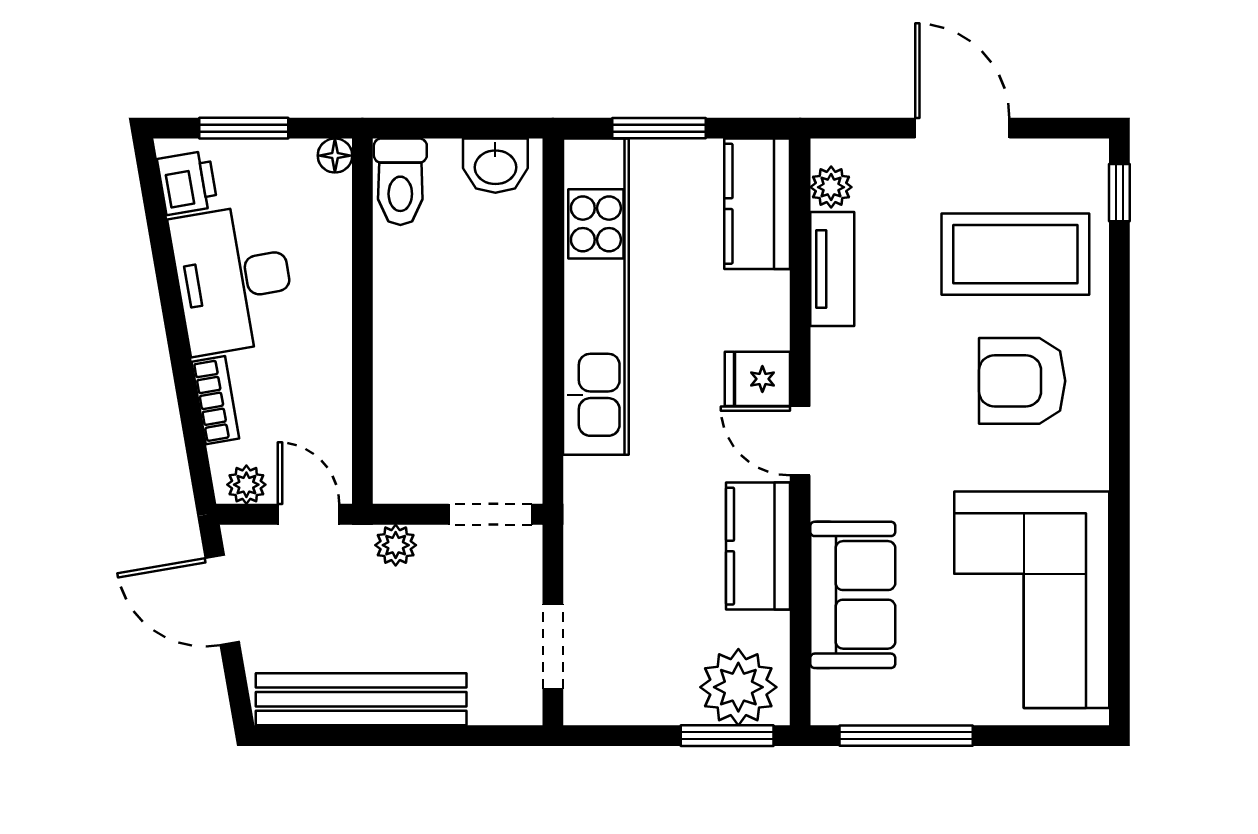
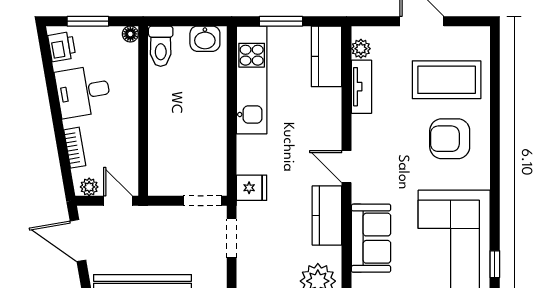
window: (1119, 193) -> (495, 264), moved
desk: (233, 279) -> (83, 91), width x0.73
kitchen unit: (596, 297) -> (252, 80), width x0.73
fridge: (757, 379) -> (252, 188), moved, turned 180
plant: (396, 545) -> (159, 215), removed
doorway: (553, 646) -> (232, 238), moved

